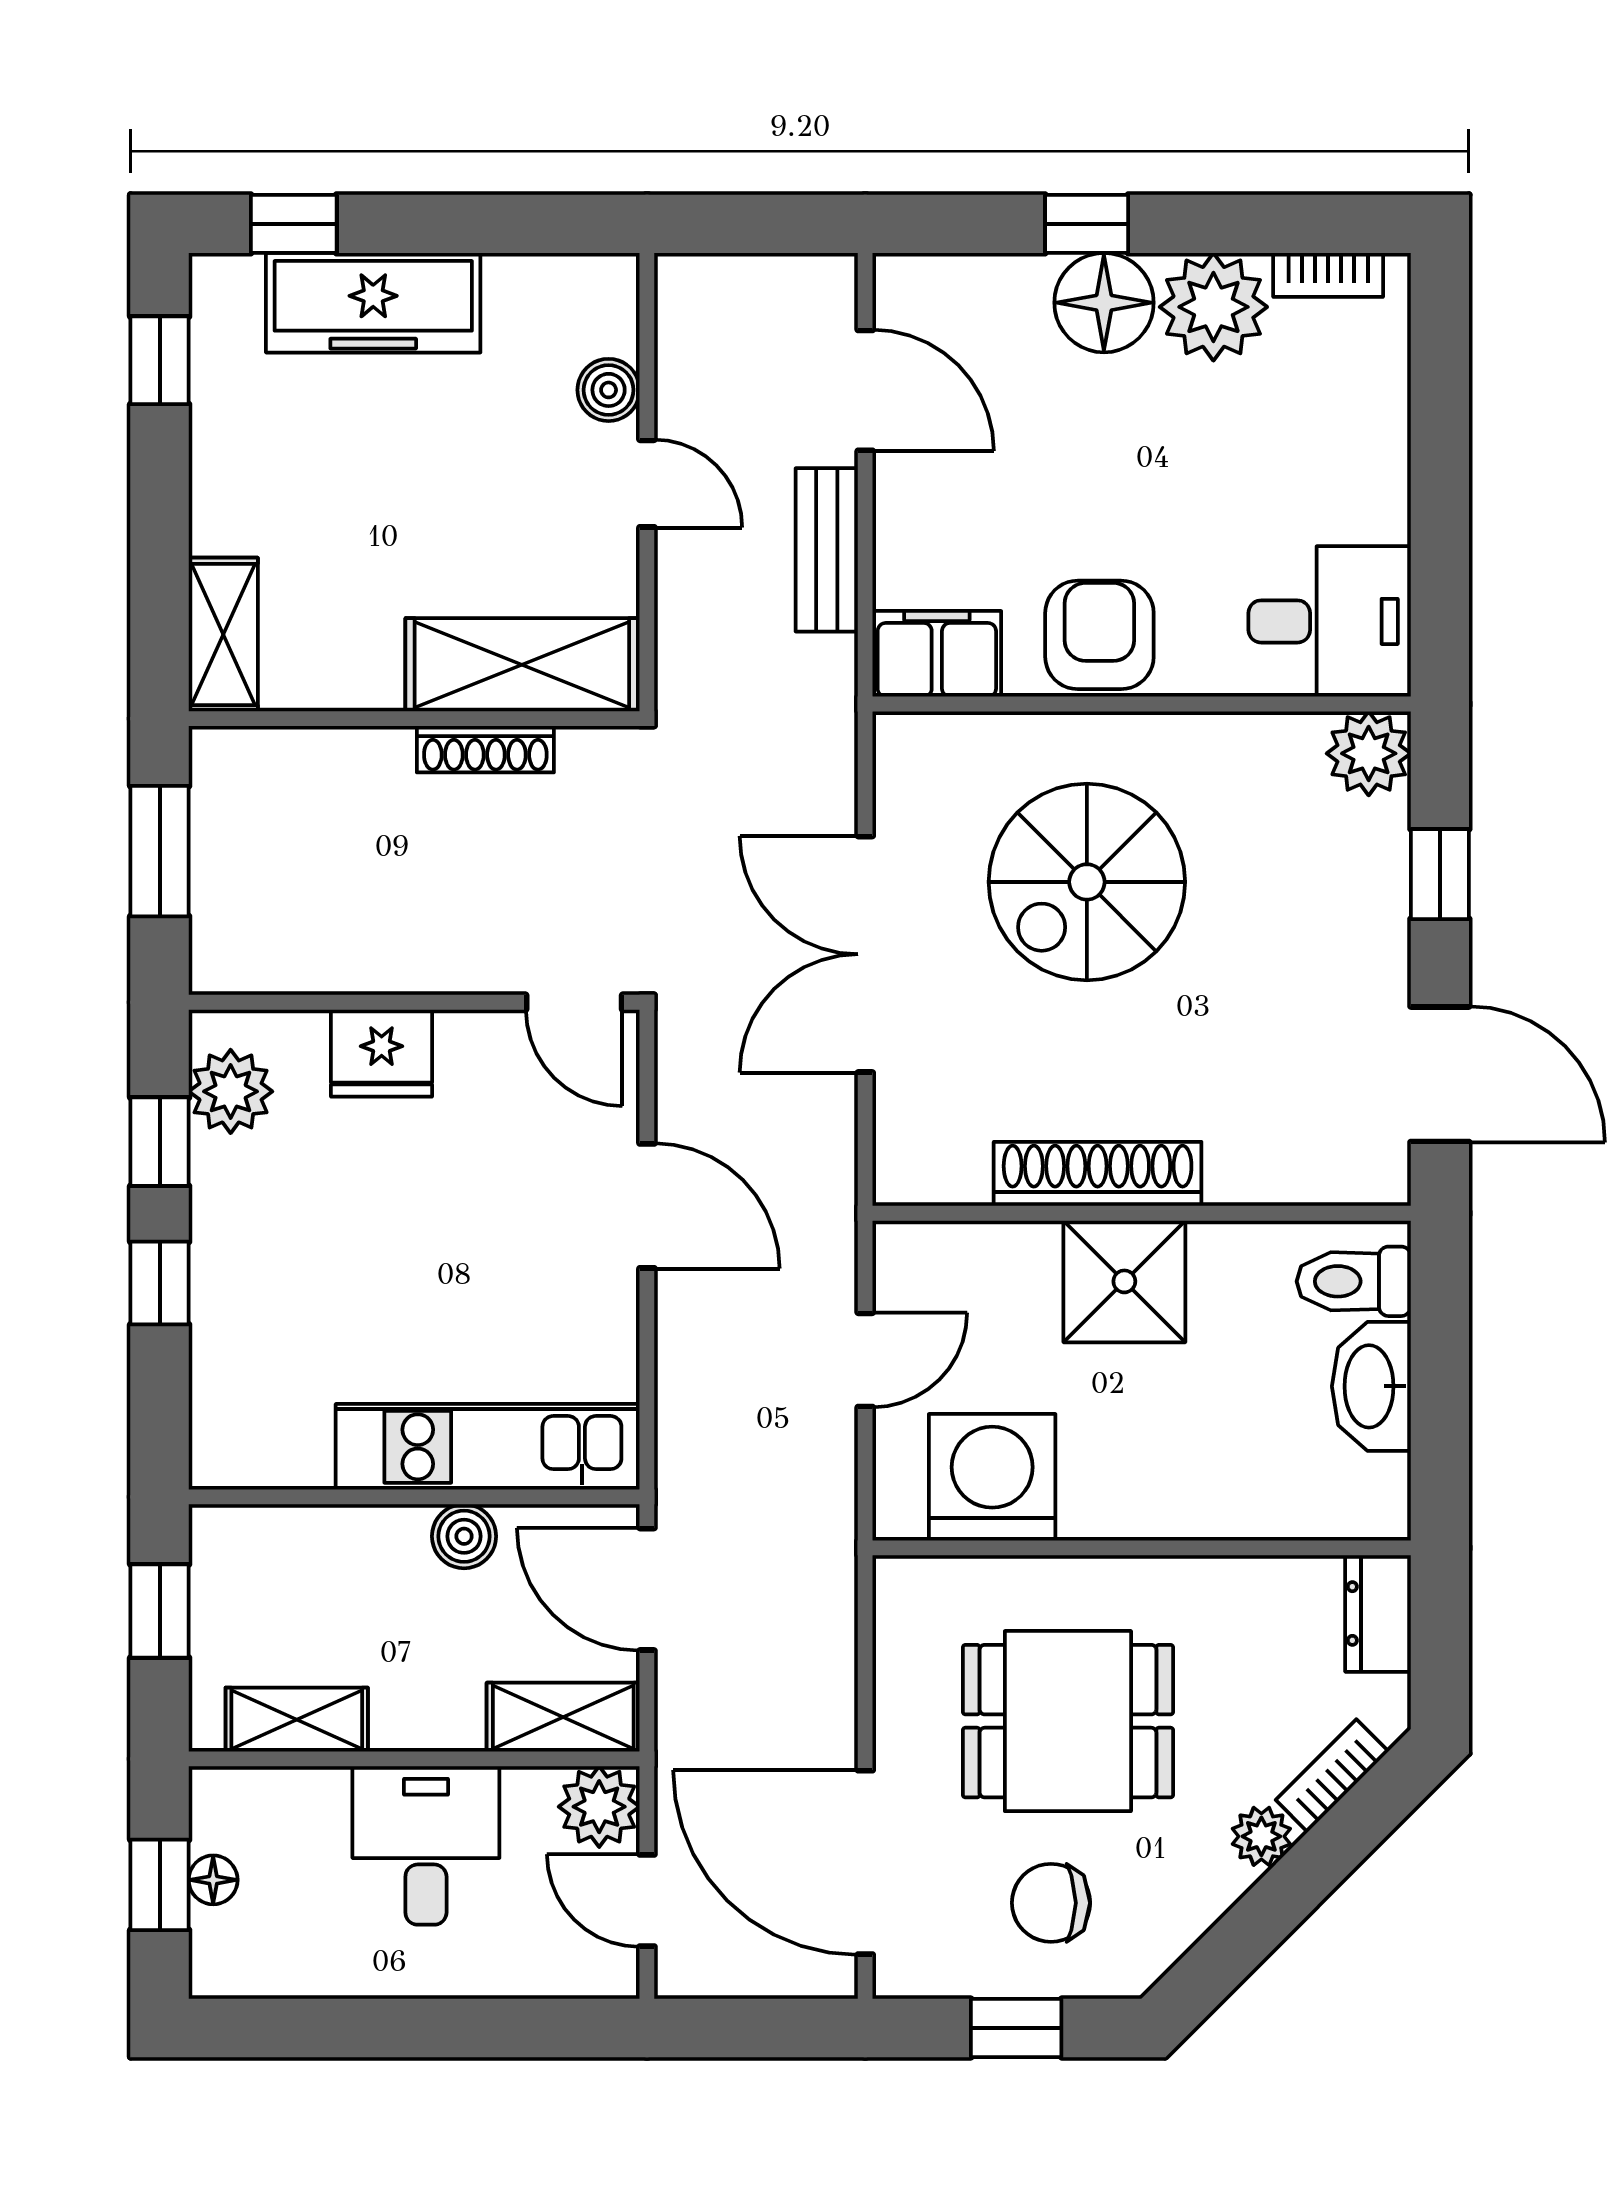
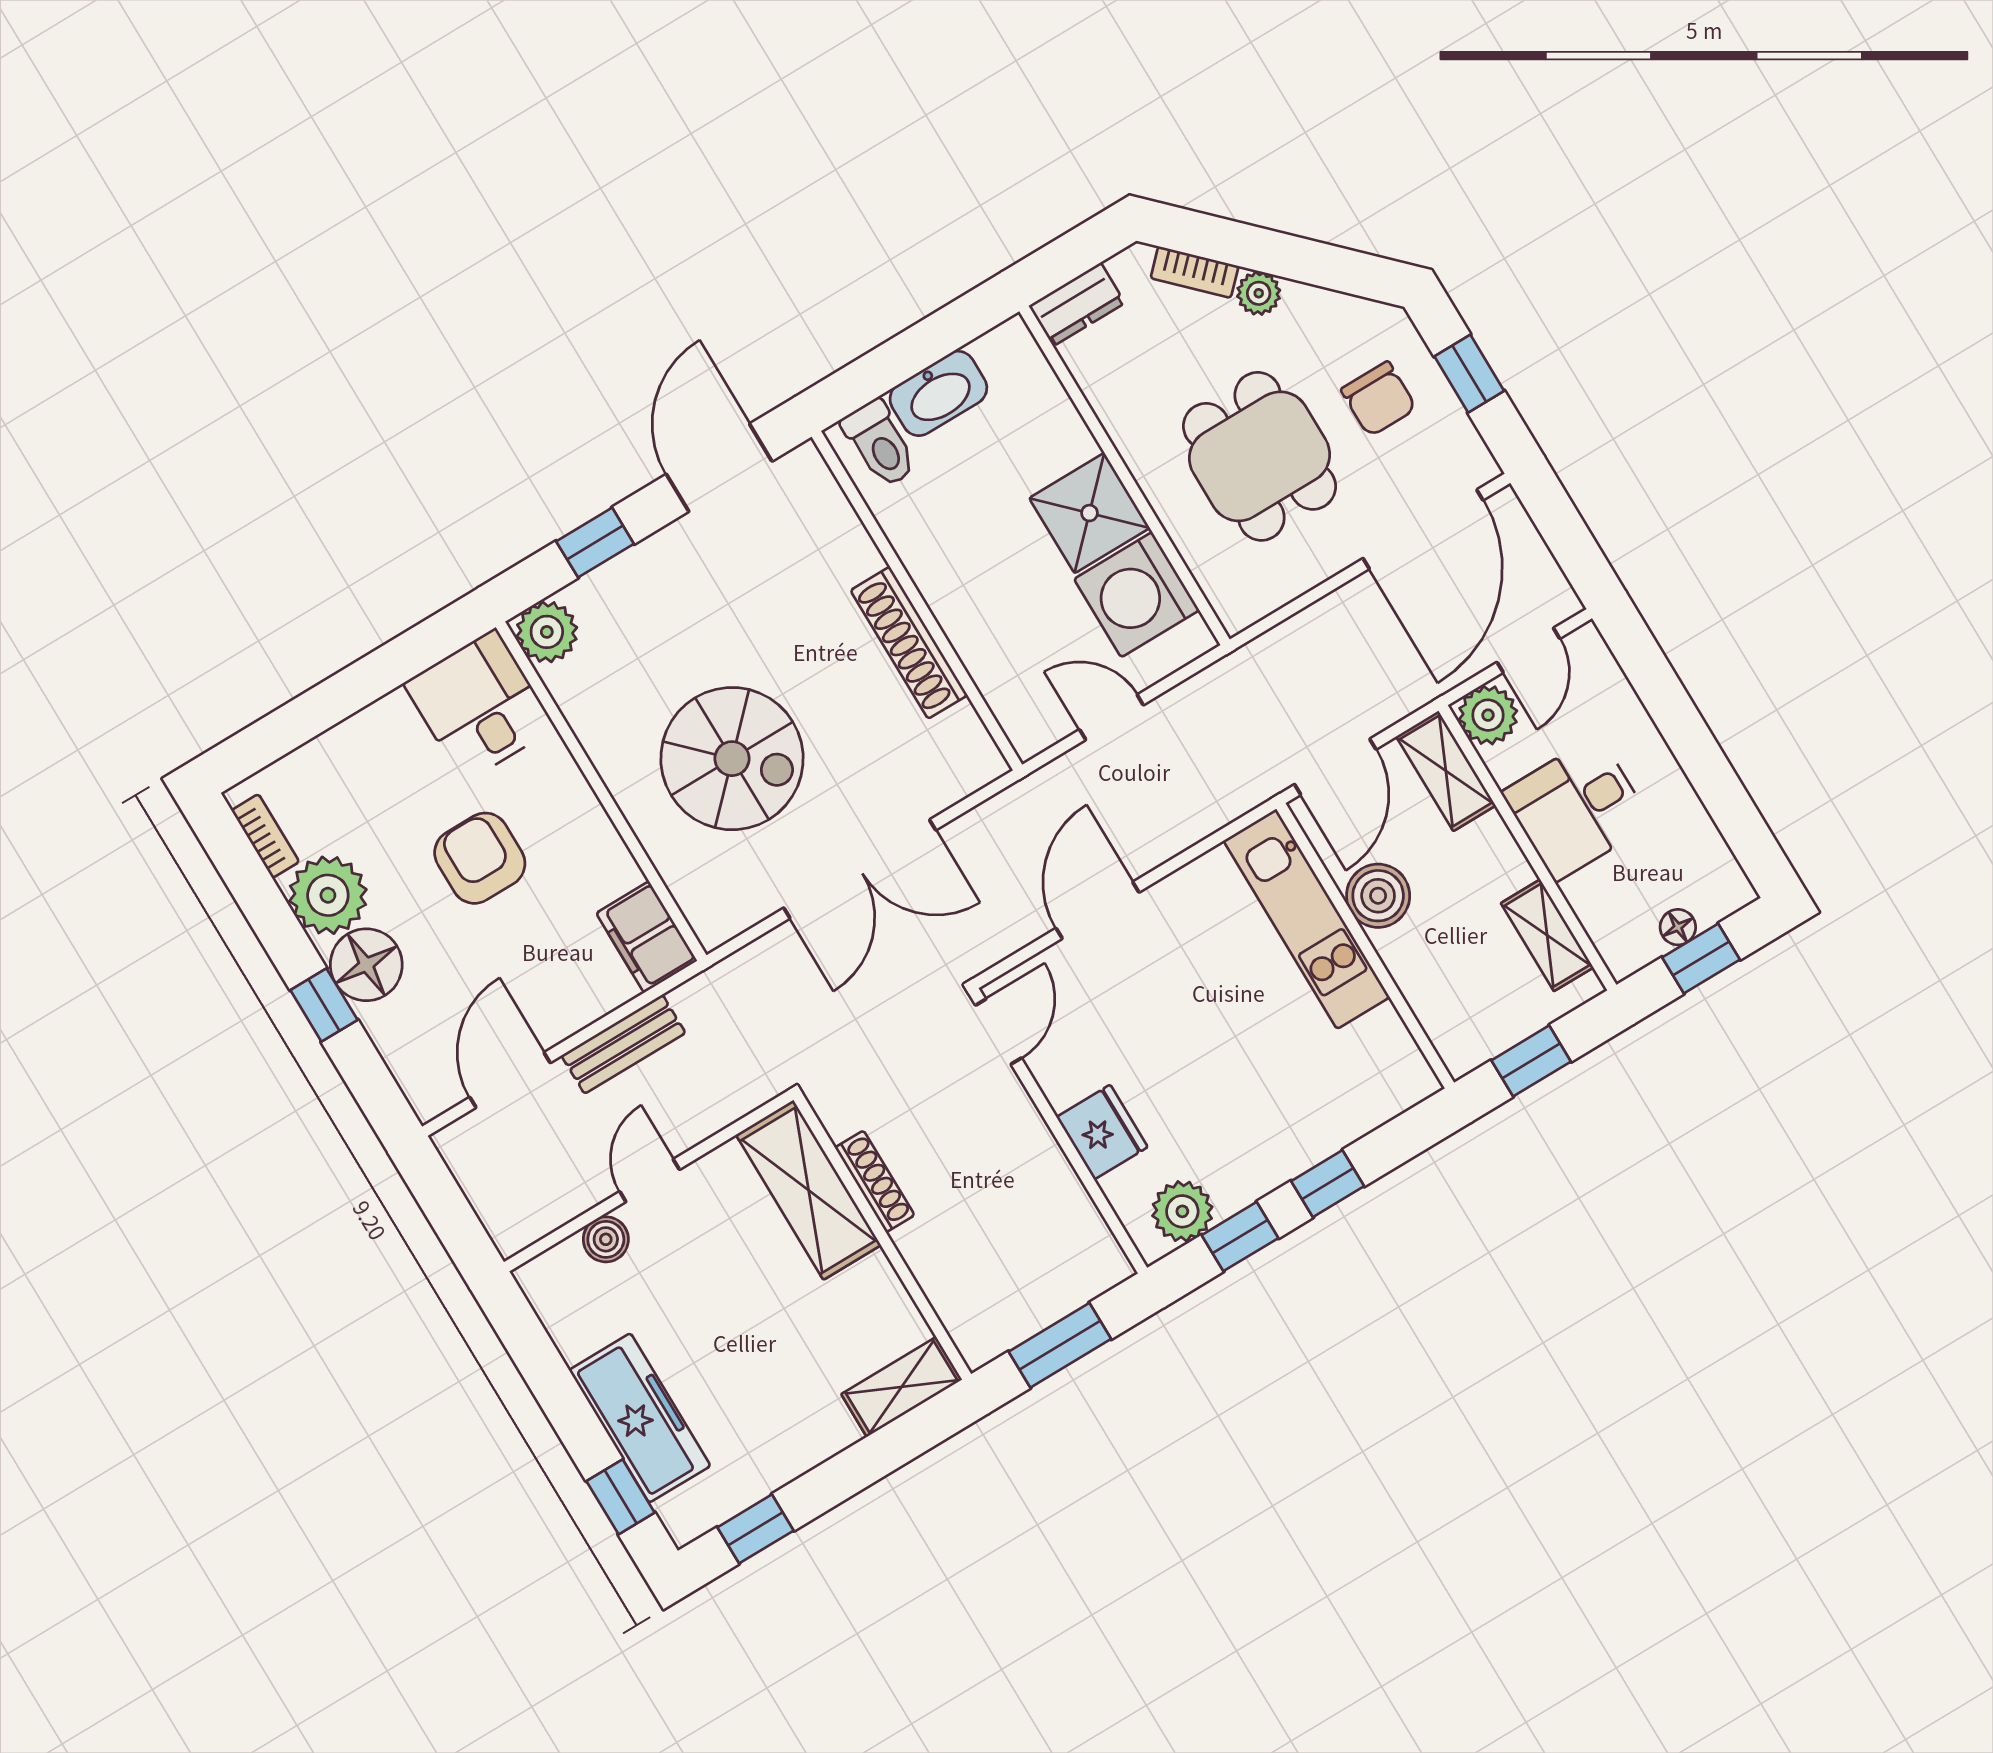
armchair: (1099, 635) -> (480, 858), moved, turned 90
shower: (1124, 1281) -> (1089, 513), moved
boiler: (464, 1536) -> (1378, 896), width x1.36, depth x1.36

